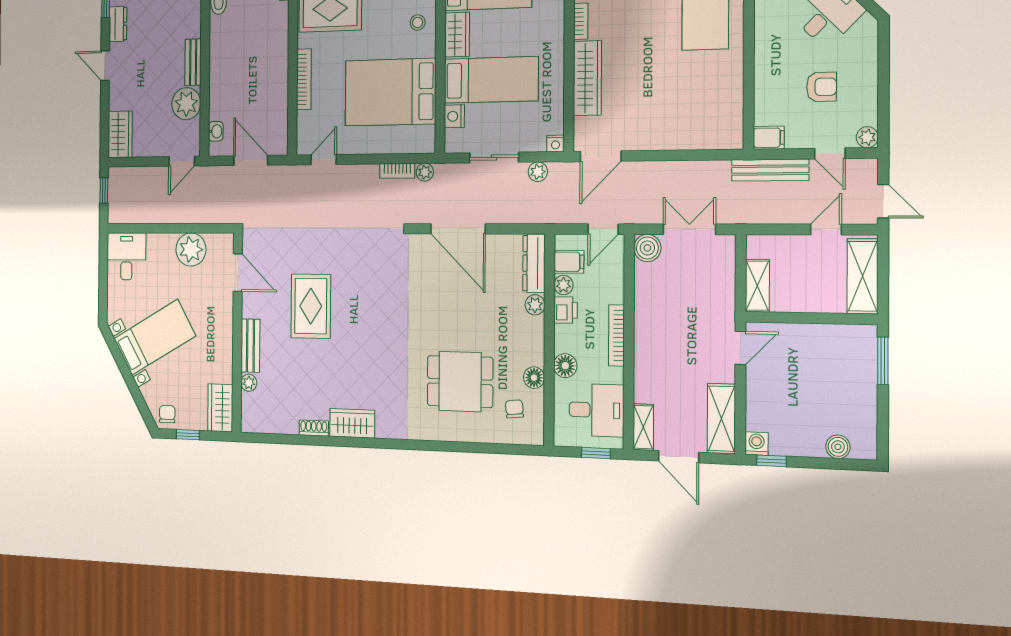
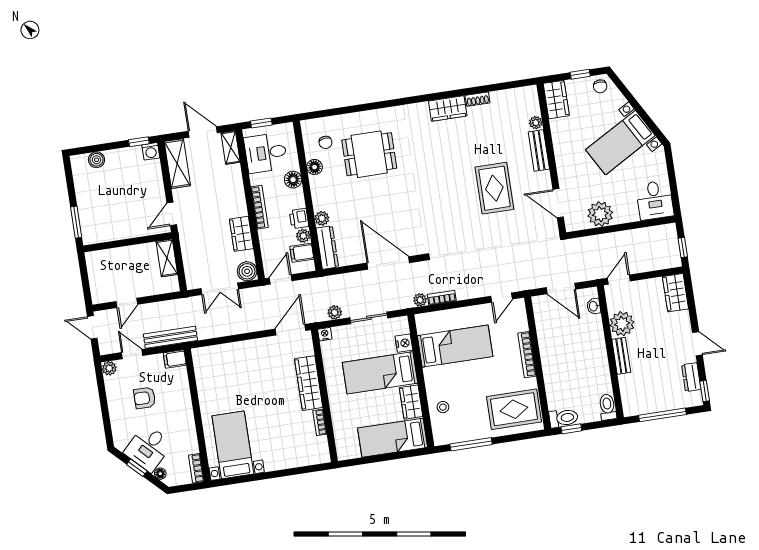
bed: (390, 92) -> (455, 346), width x0.67
shelving: (863, 276) -> (98, 276), removed
wardrobe: (647, 302) -> (241, 234), added

